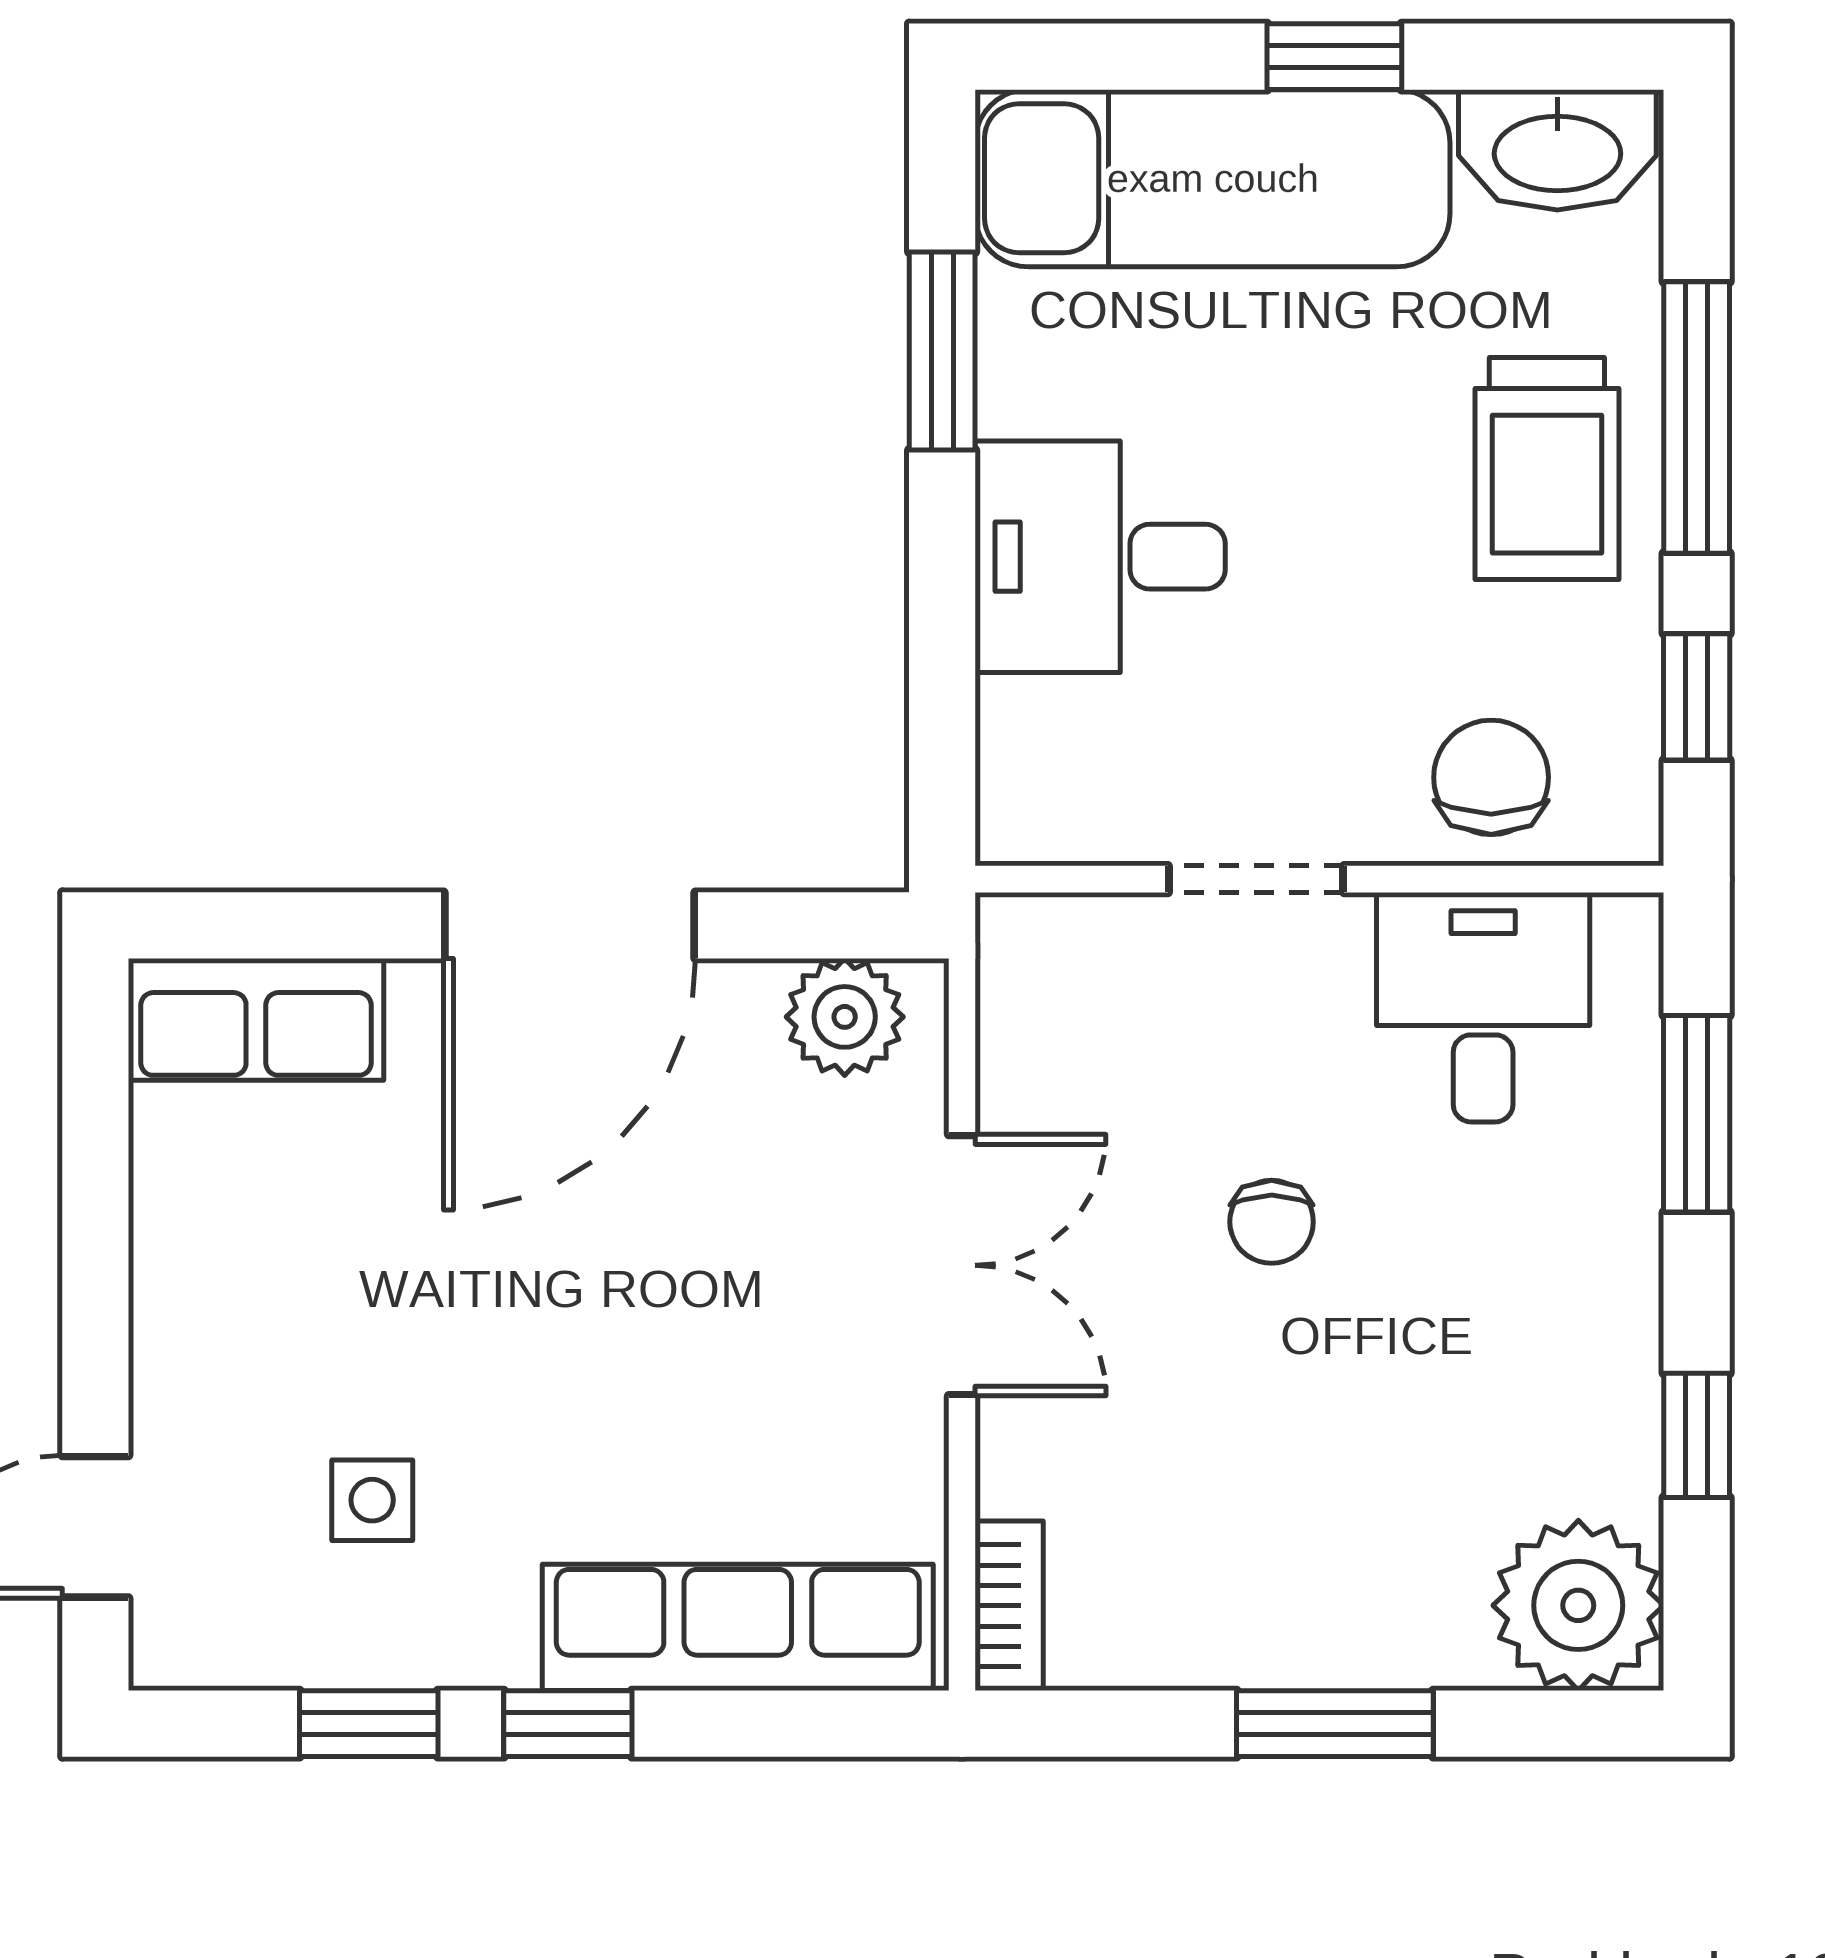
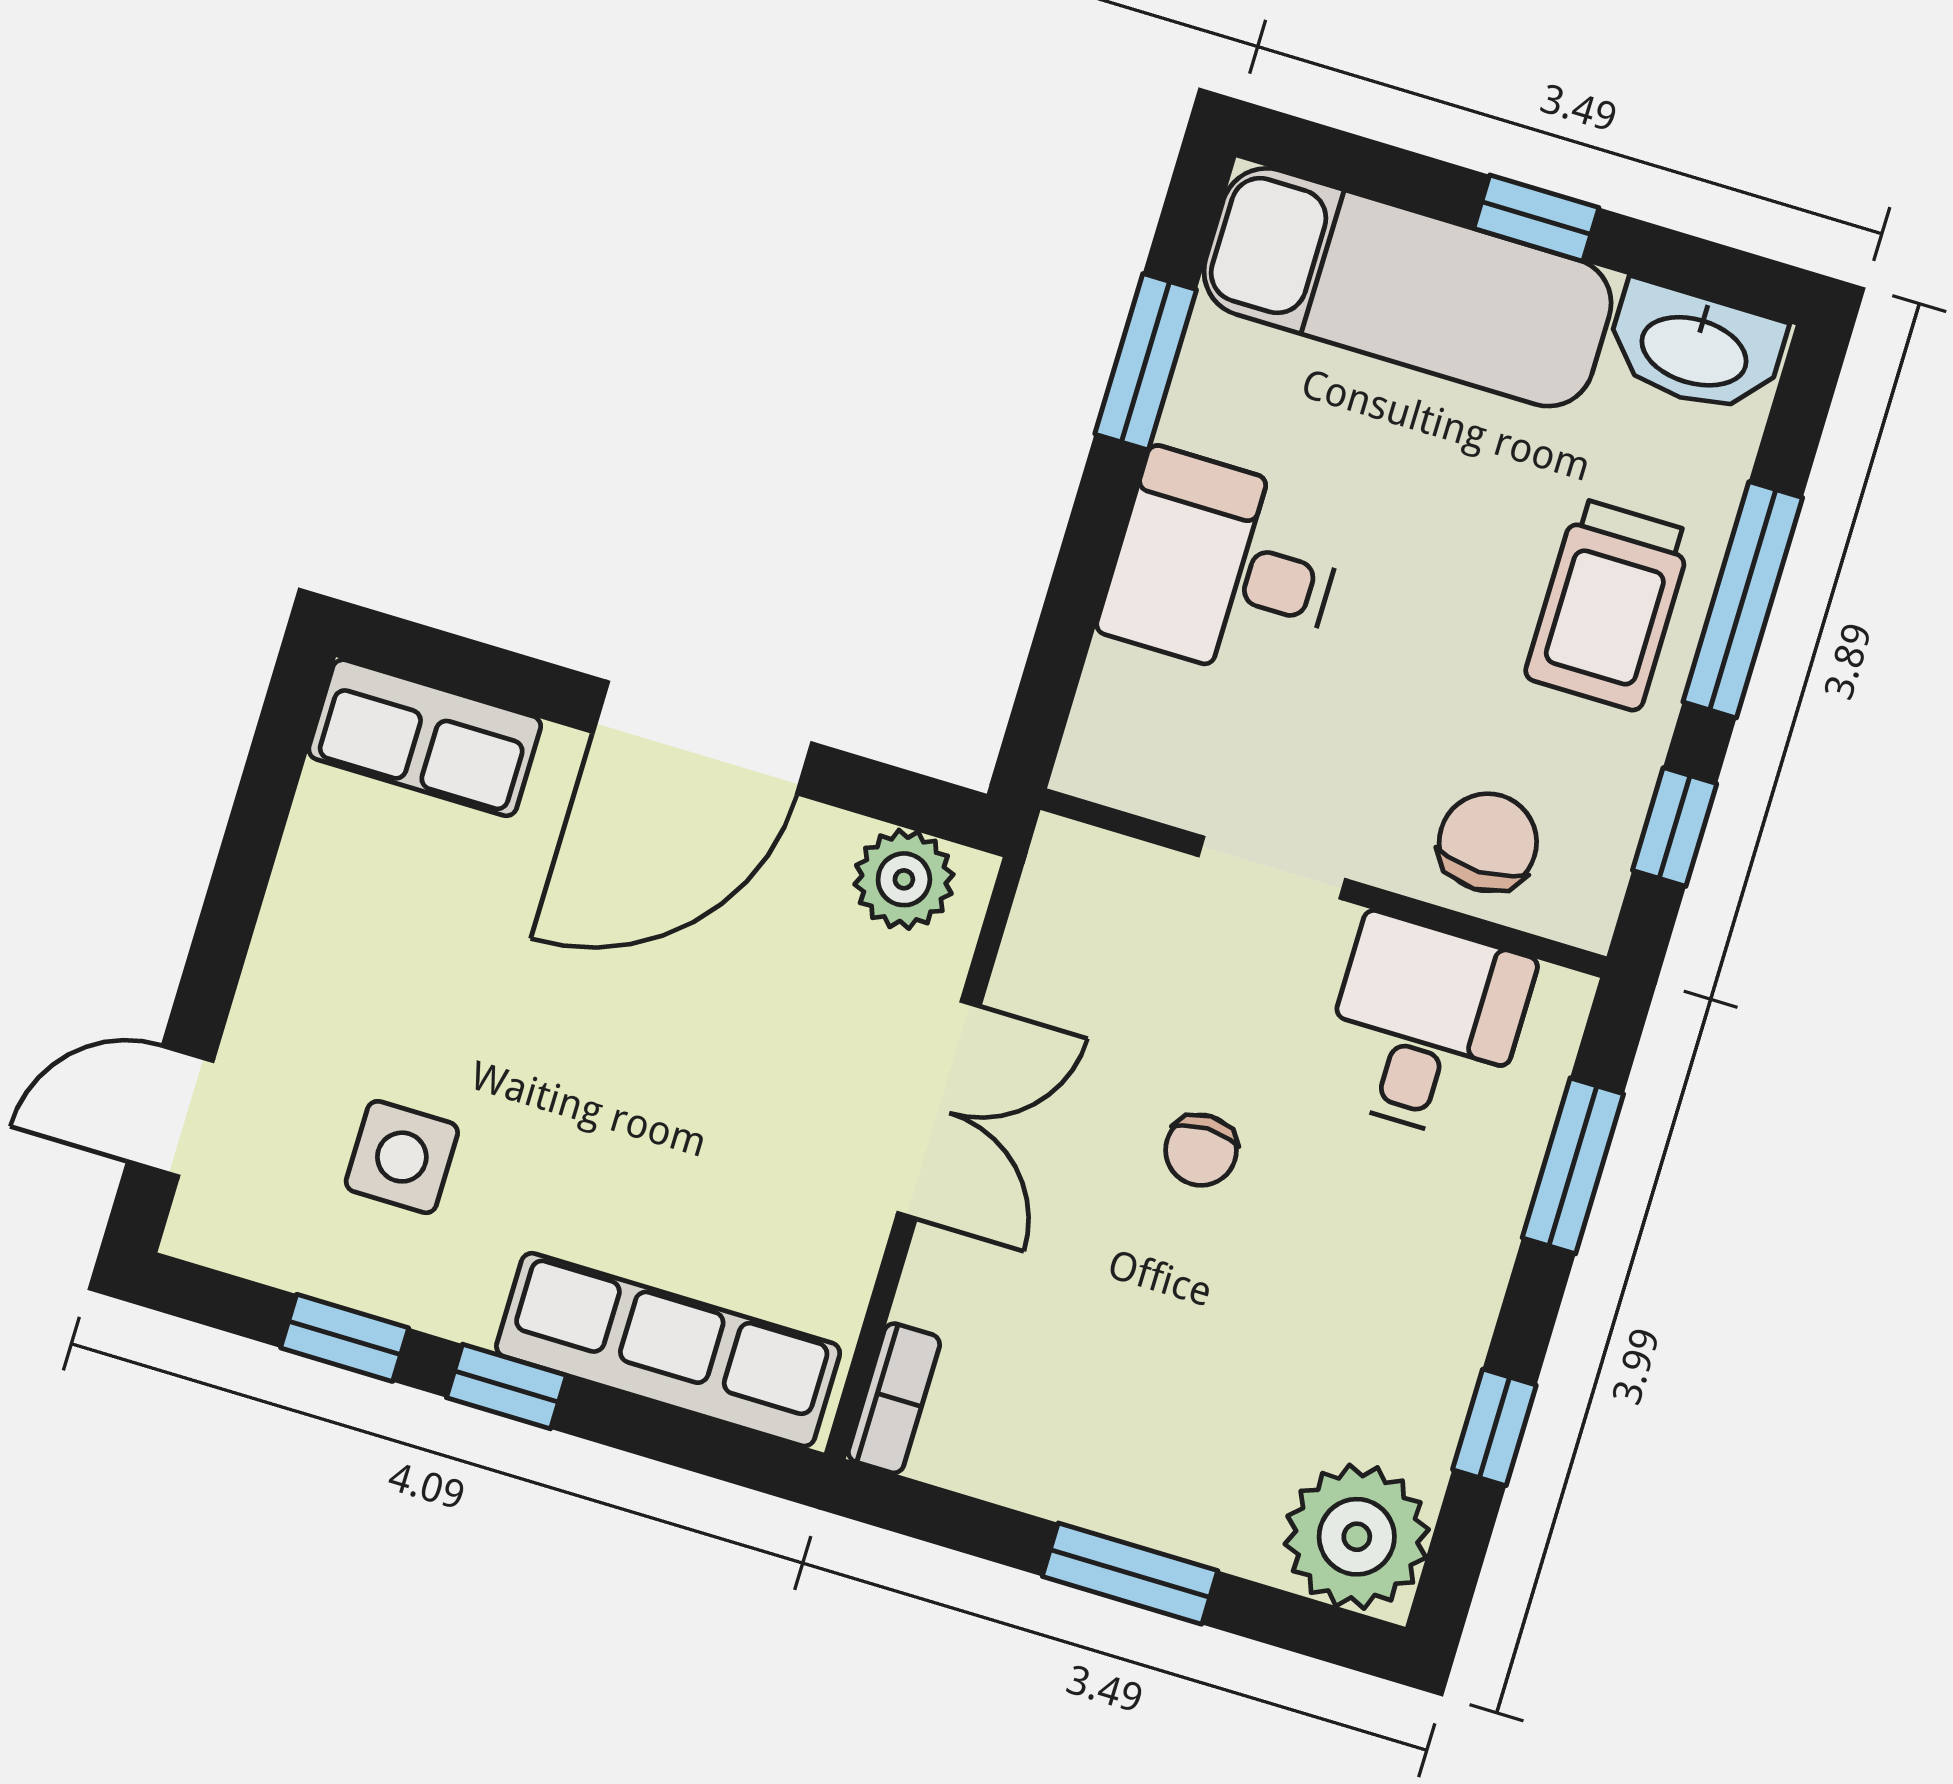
side table: (372, 1500) -> (402, 1157), width x1.37, depth x1.37

